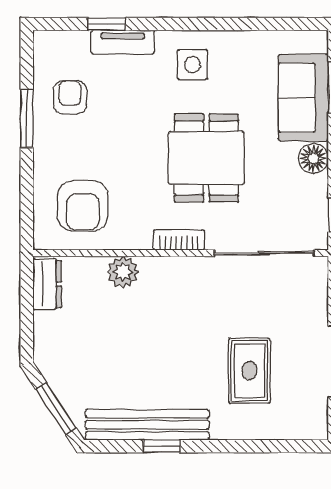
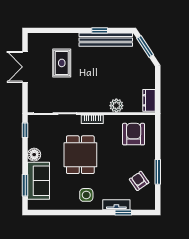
armchair: (70, 97) -> (139, 181), turned 145

